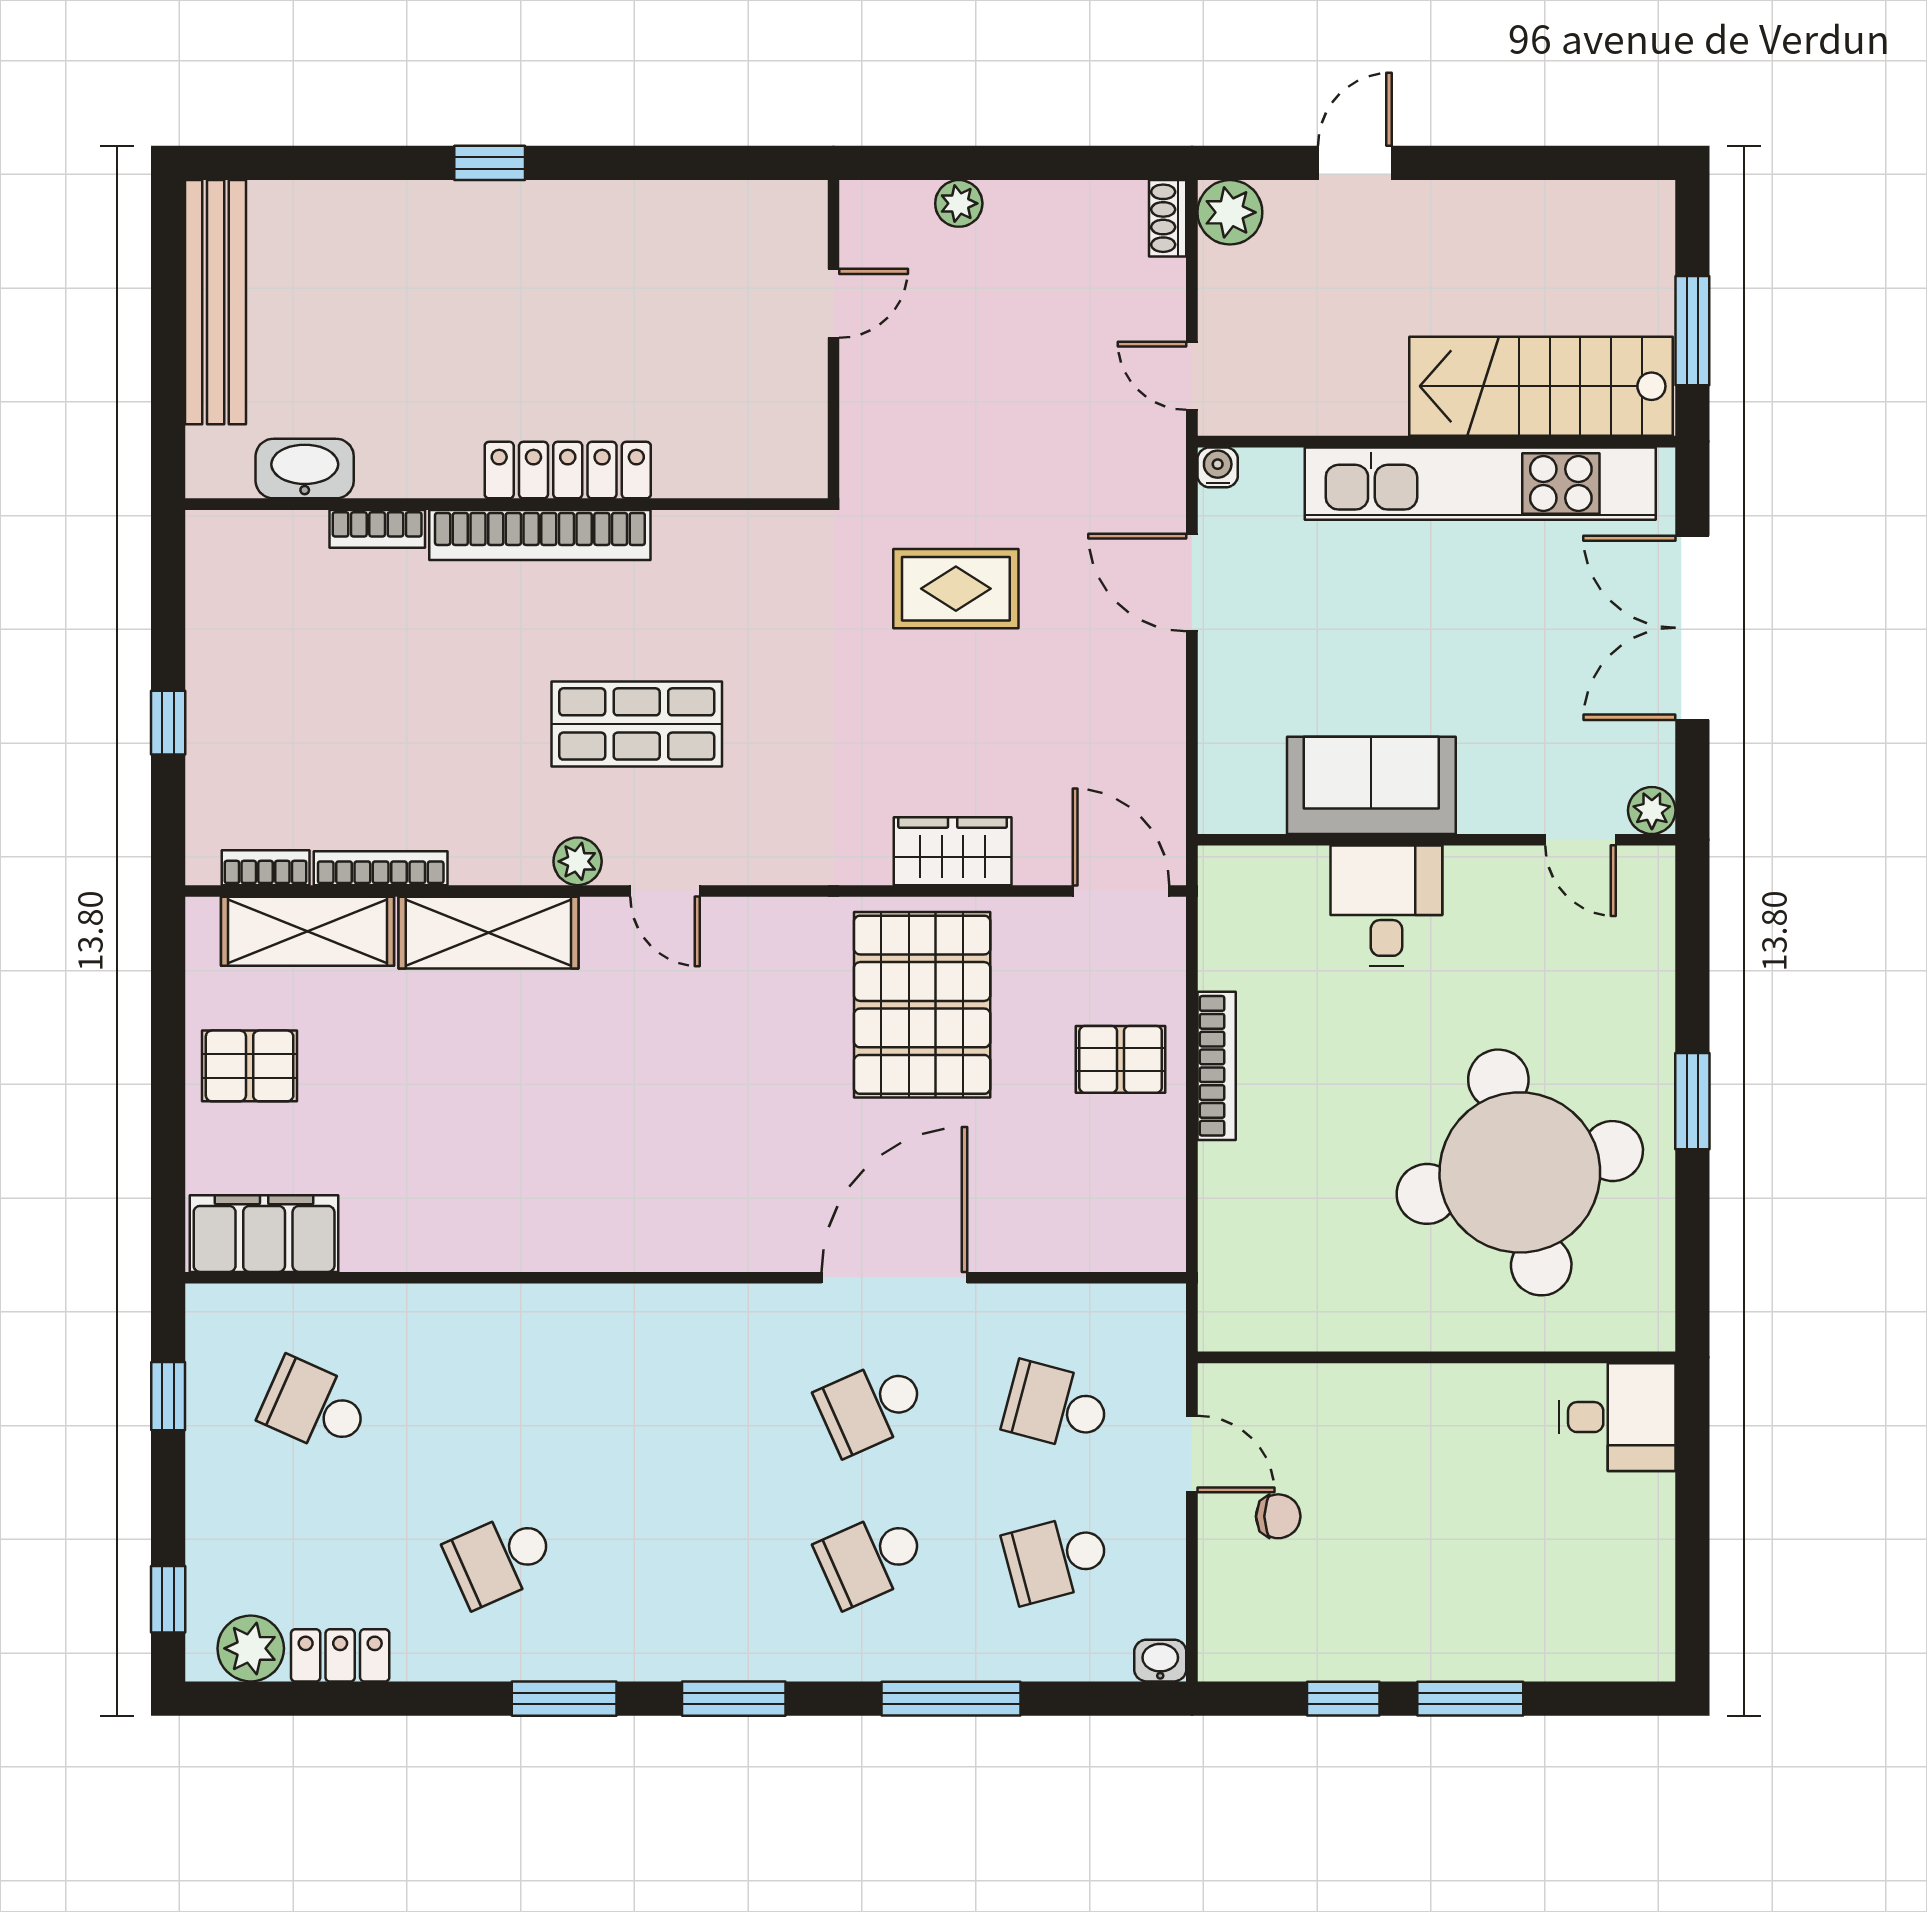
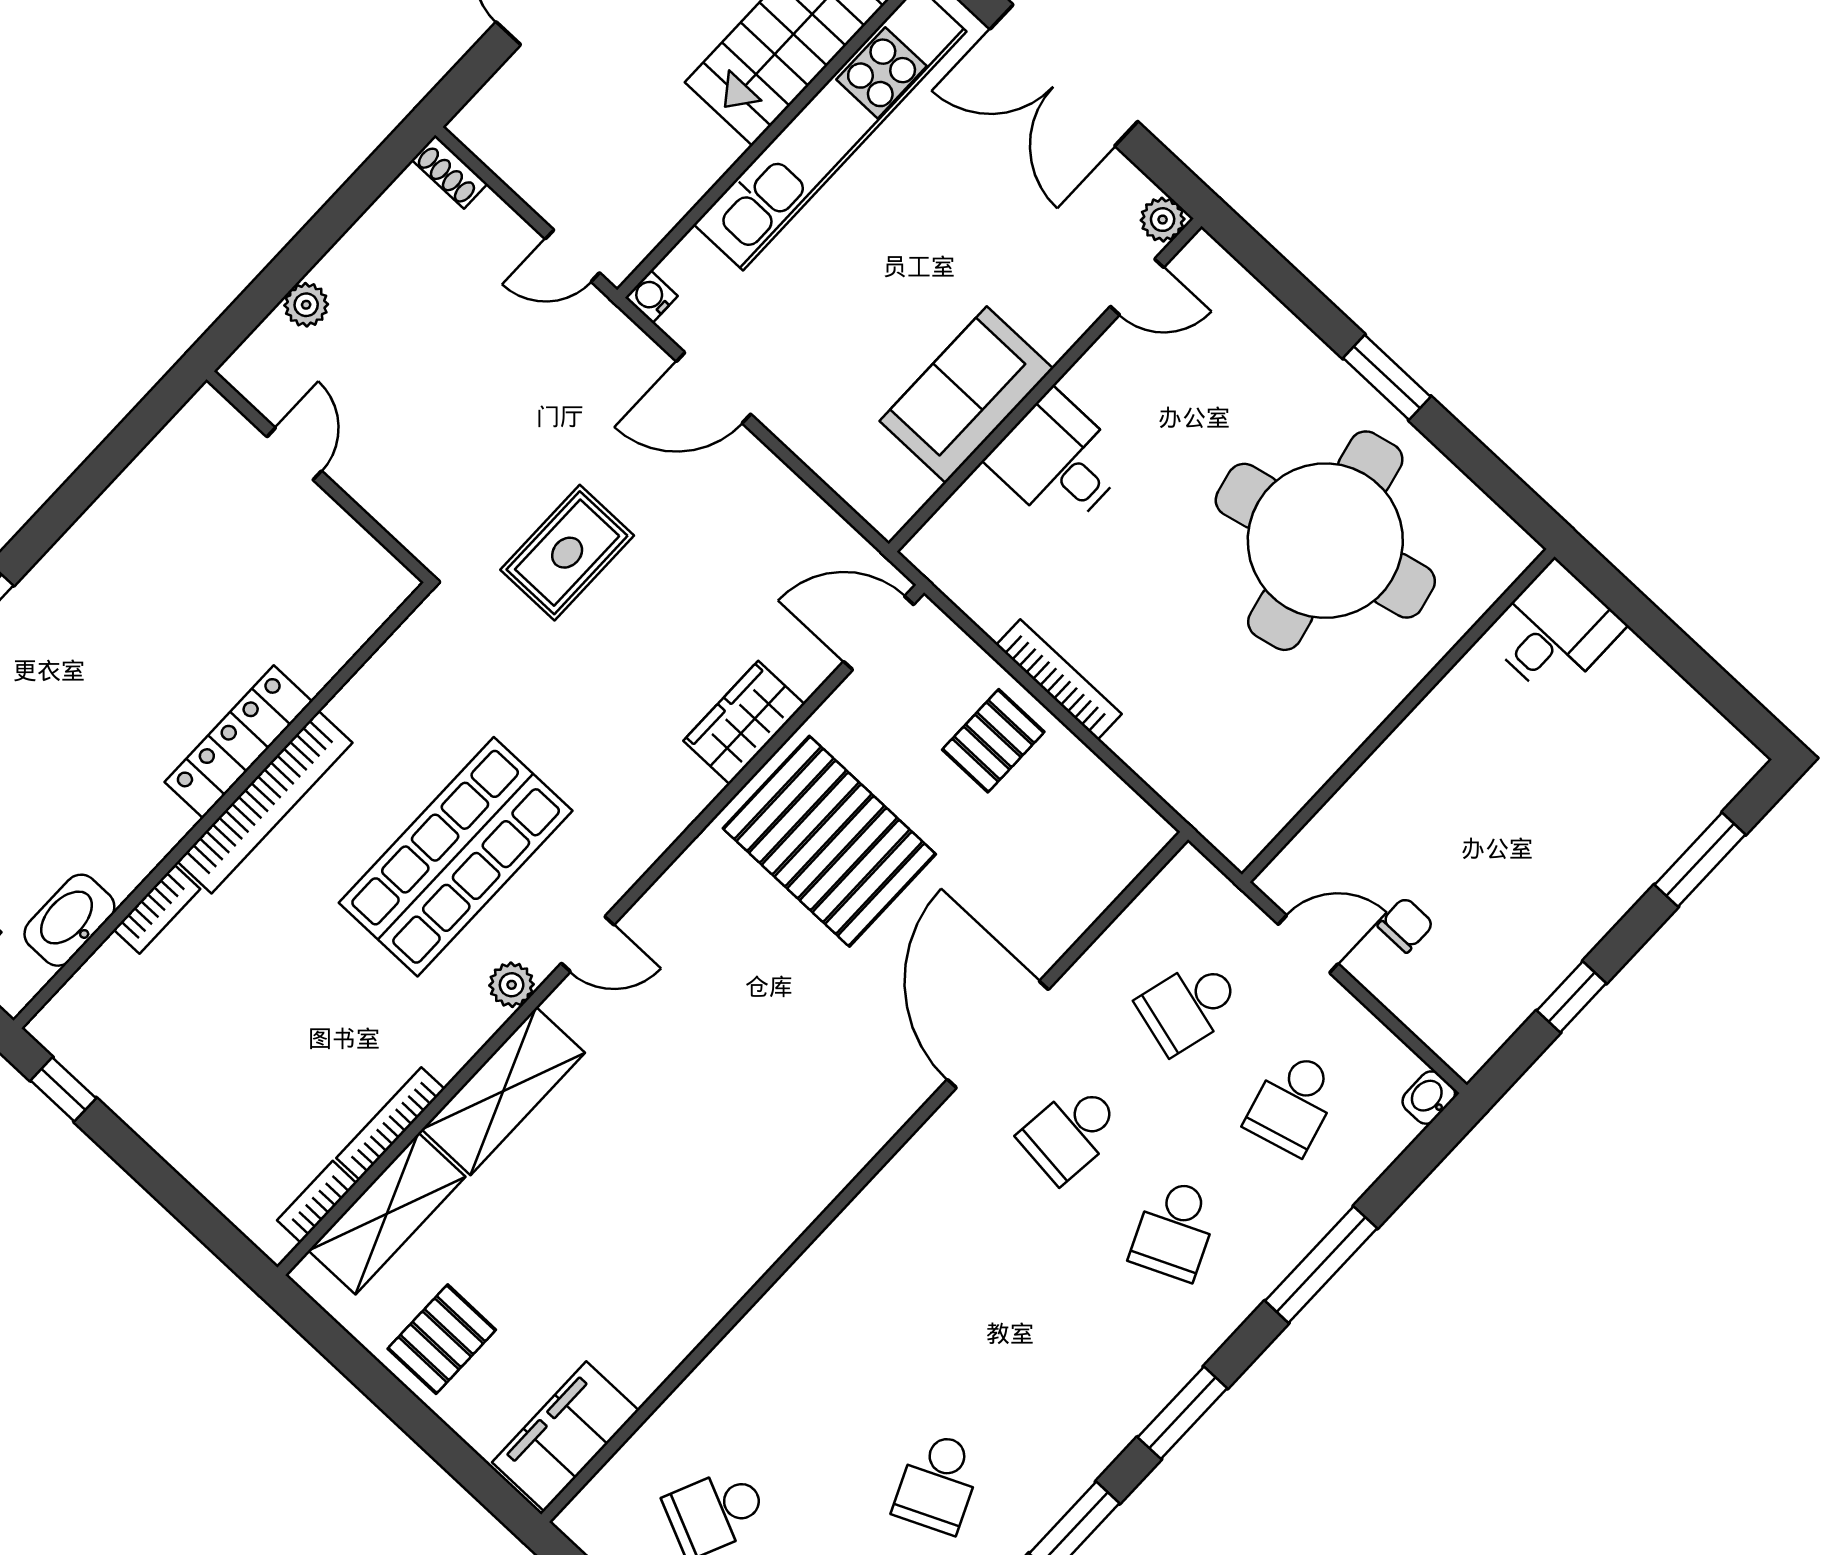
plant: (1230, 212) -> (485, 125), removed
window: (168, 723) -> (63, 1089), moved
shop shelf: (637, 724) -> (456, 857), width x1.43, depth x1.36
school desk: (871, 1406) -> (1071, 1132), turned 30
window: (1470, 1699) -> (1700, 860), moved

